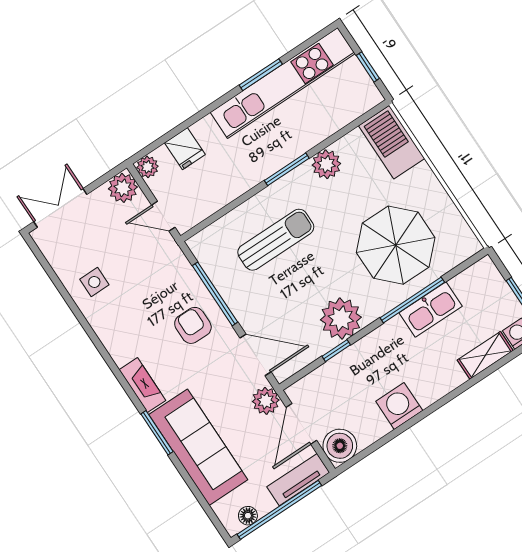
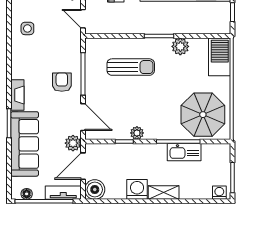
parasol: (396, 245) -> (203, 115), moved
plant: (341, 319) -> (137, 133), width x0.53, depth x0.53
shelving: (485, 355) -> (164, 193), moved

